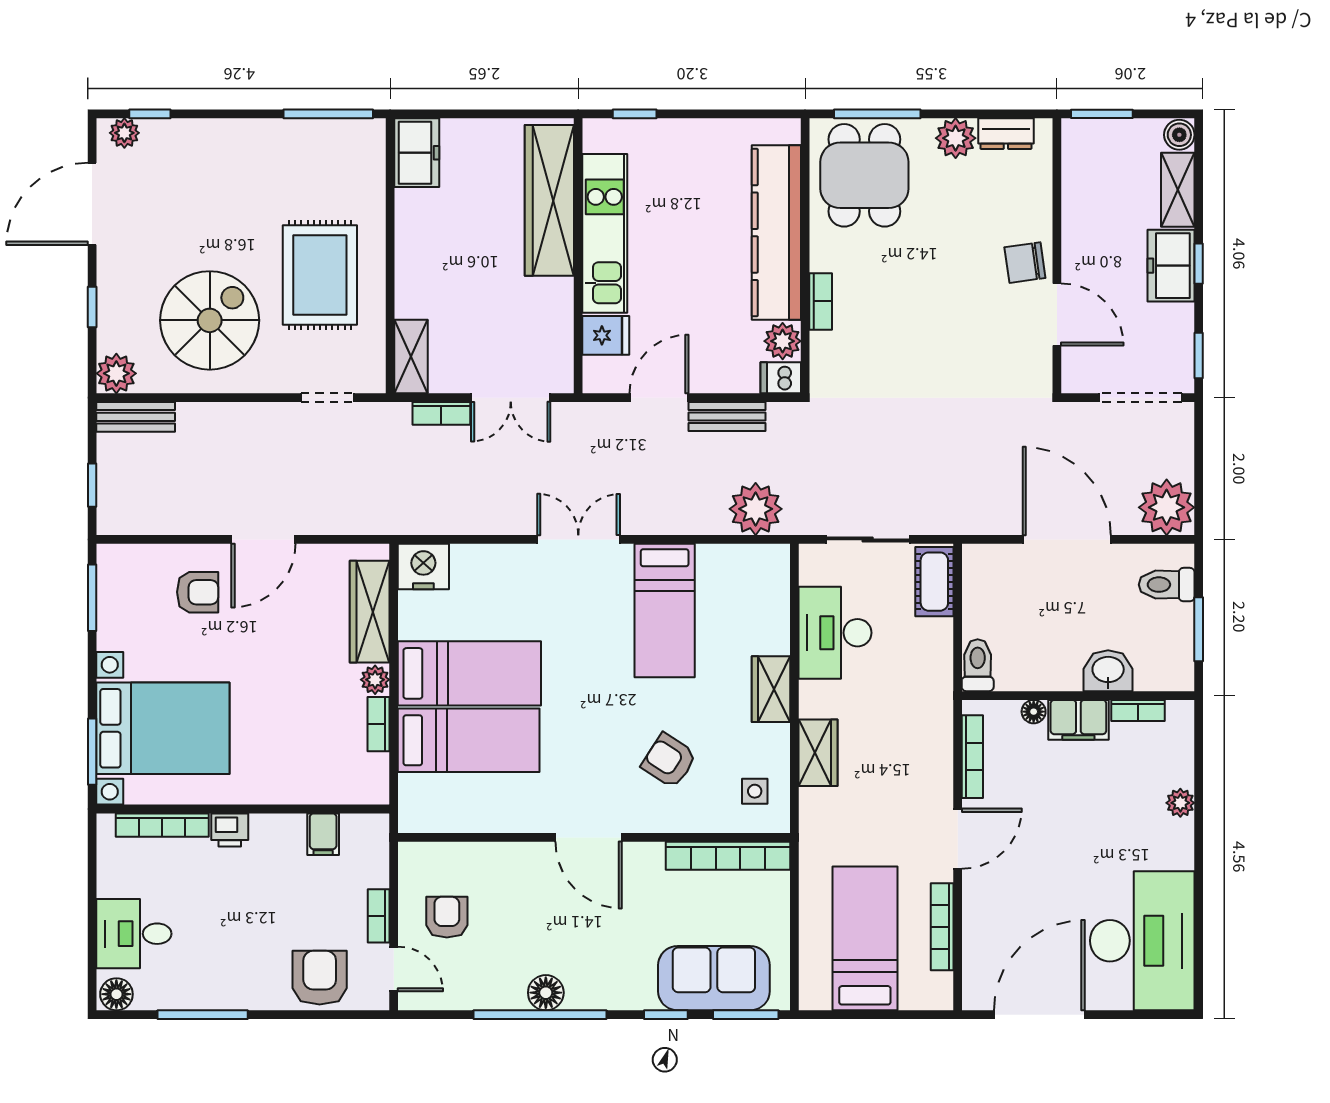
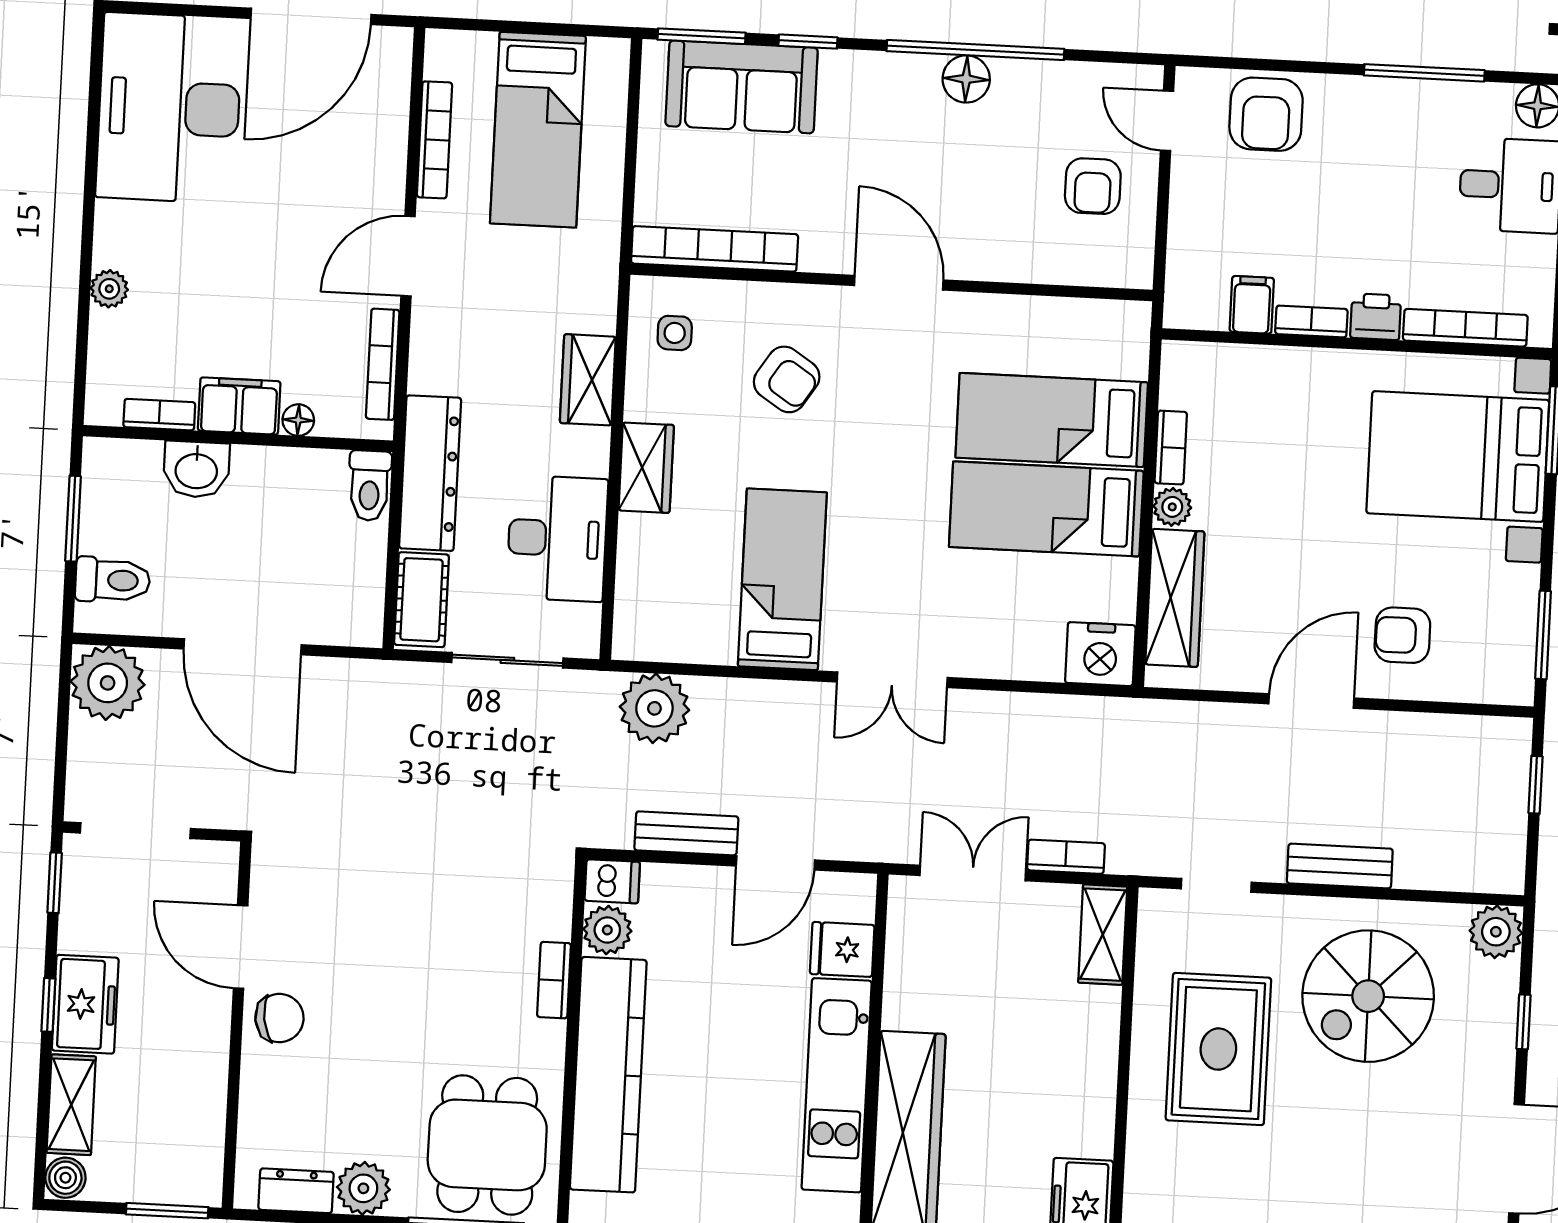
bench: (136, 417) -> (1340, 866), moved
dresser: (933, 677) -> (430, 473), added
bookcase: (379, 916) -> (1311, 322), moved, turned -90

